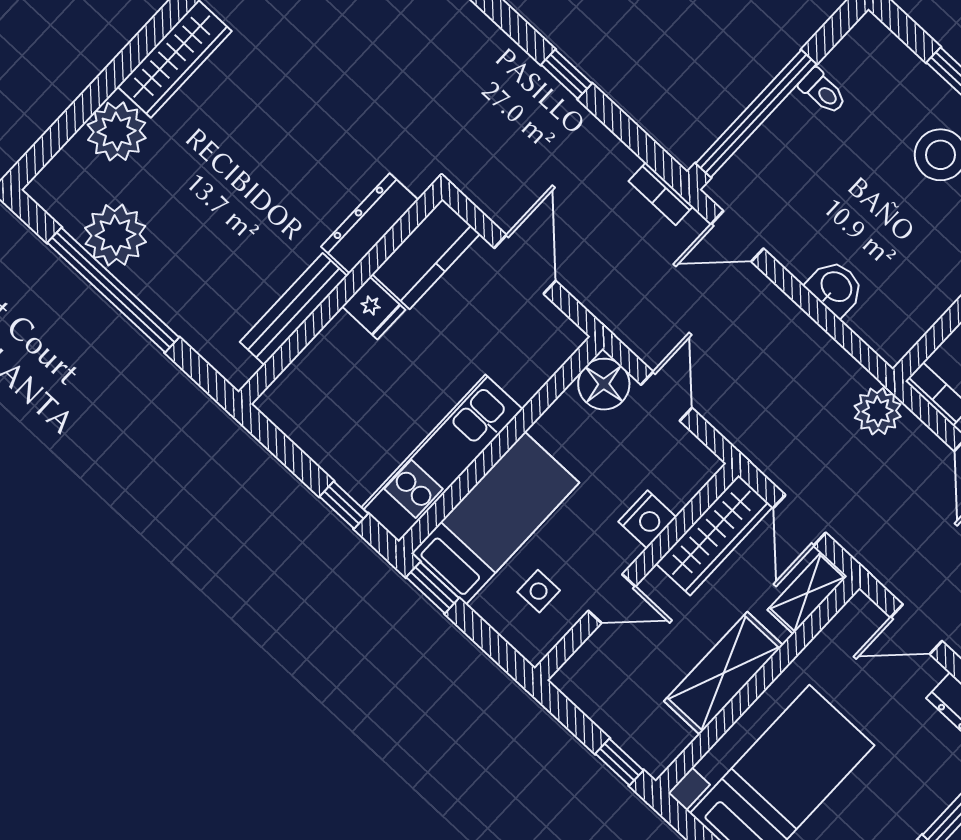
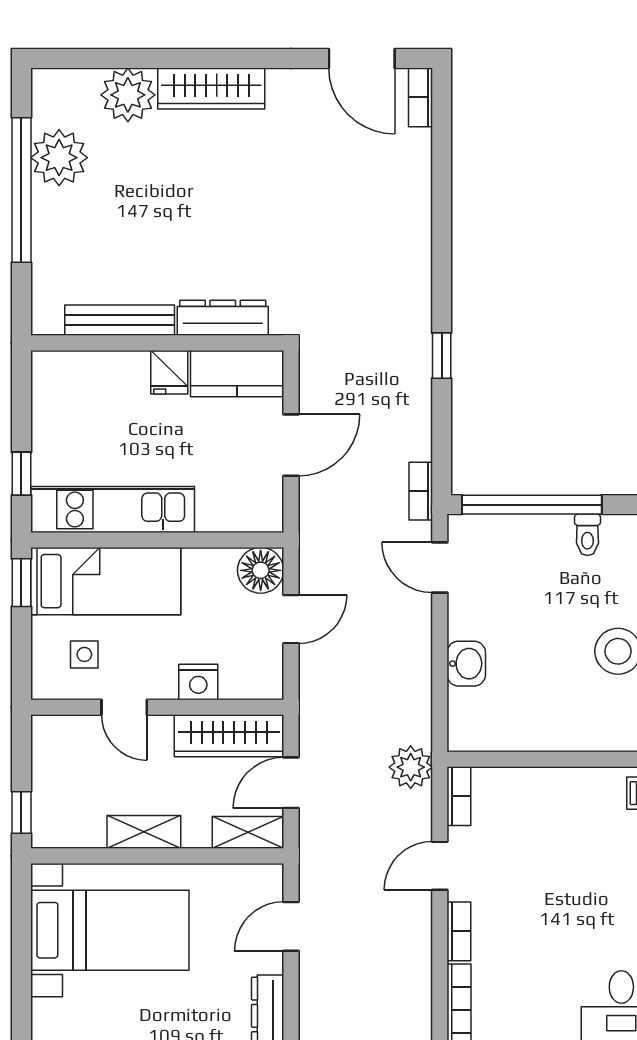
door: (916, 629) -> (291, 926), hinge flipped
shelving: (724, 673) -> (144, 832), width x0.67, depth x0.75

